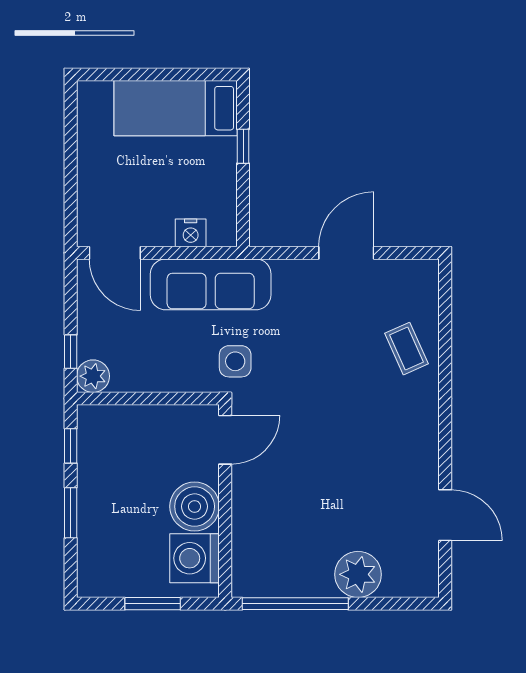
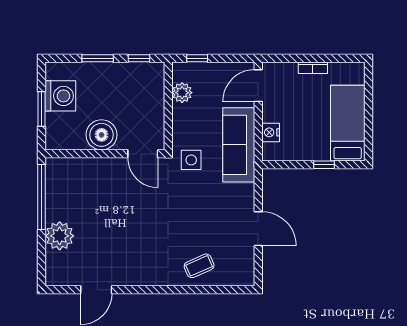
bookcase: (86, 164) -> (313, 68), added
plant: (93, 376) -> (182, 93), moved
washing machine: (195, 558) -> (60, 96), moved, turned 90

